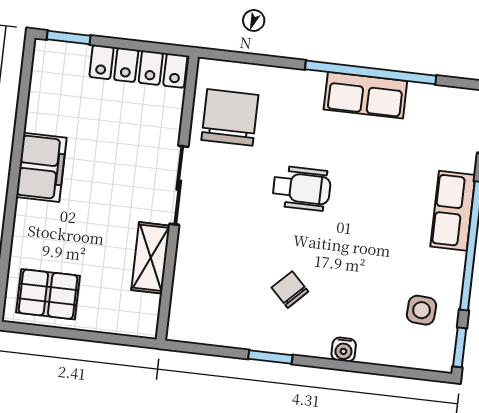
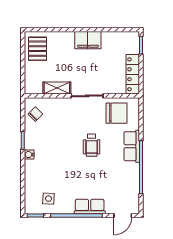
row of seats: (365, 95) -> (132, 146), moved
chair: (290, 290) -> (35, 114), moved
water cooler: (344, 350) -> (29, 155), moved

